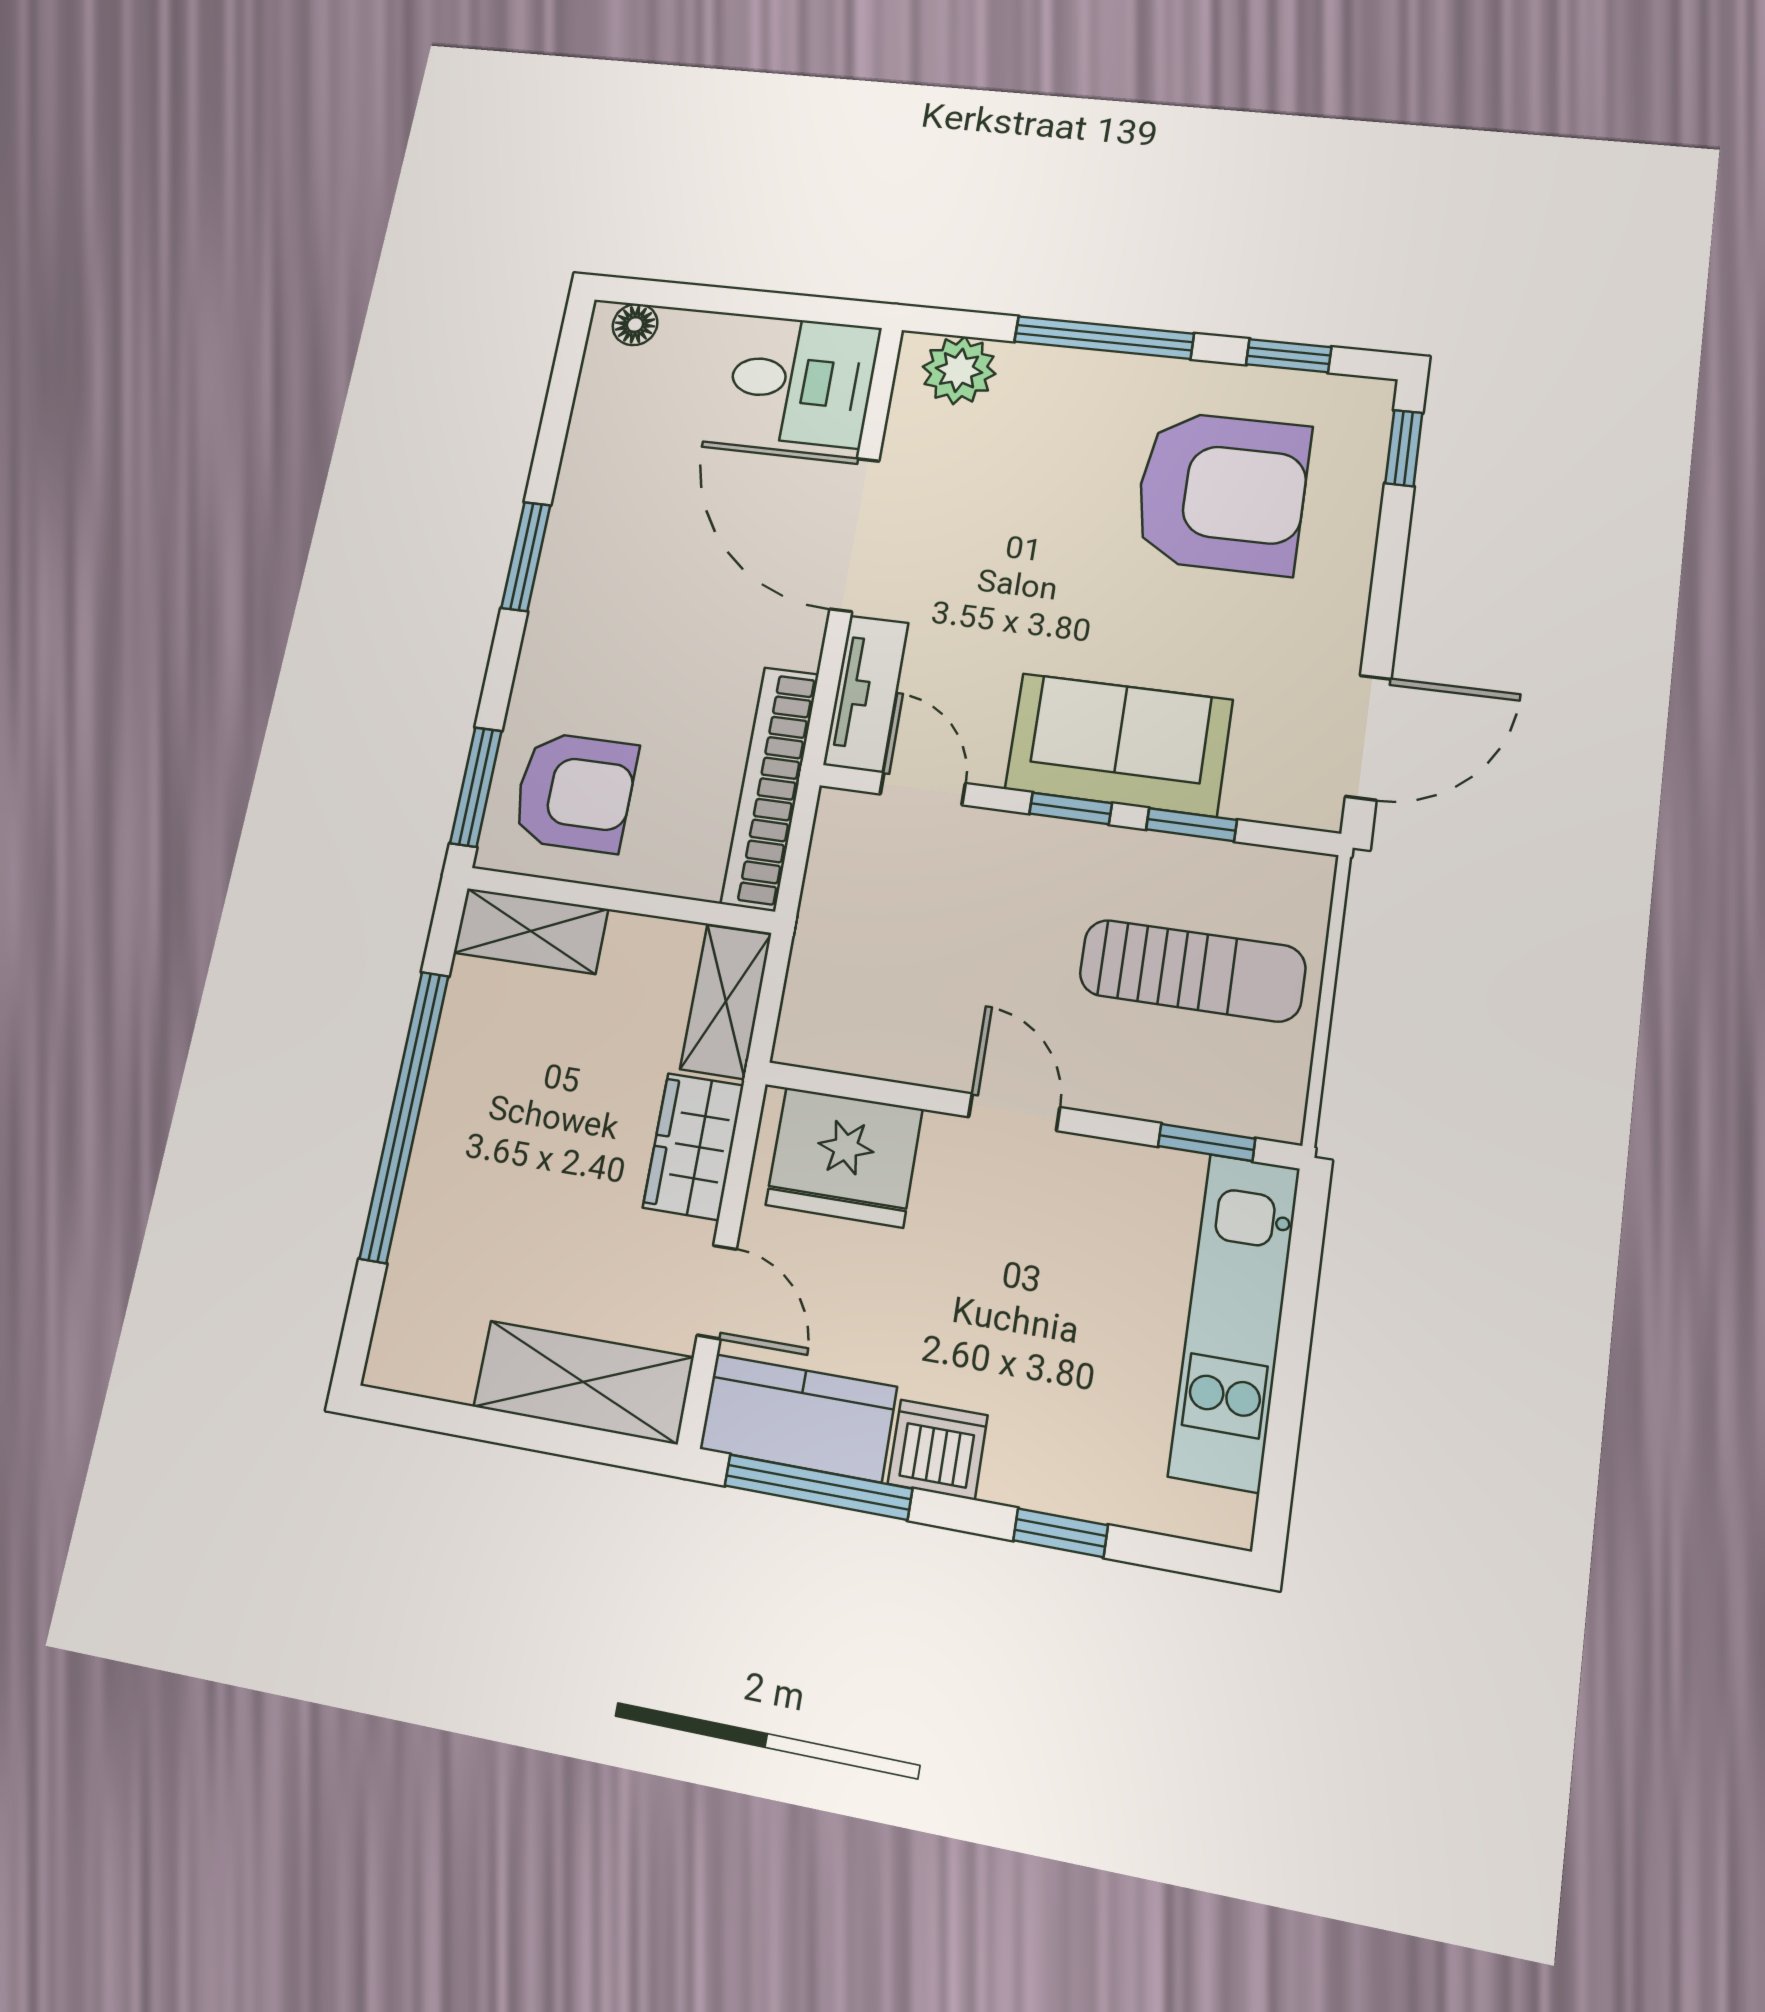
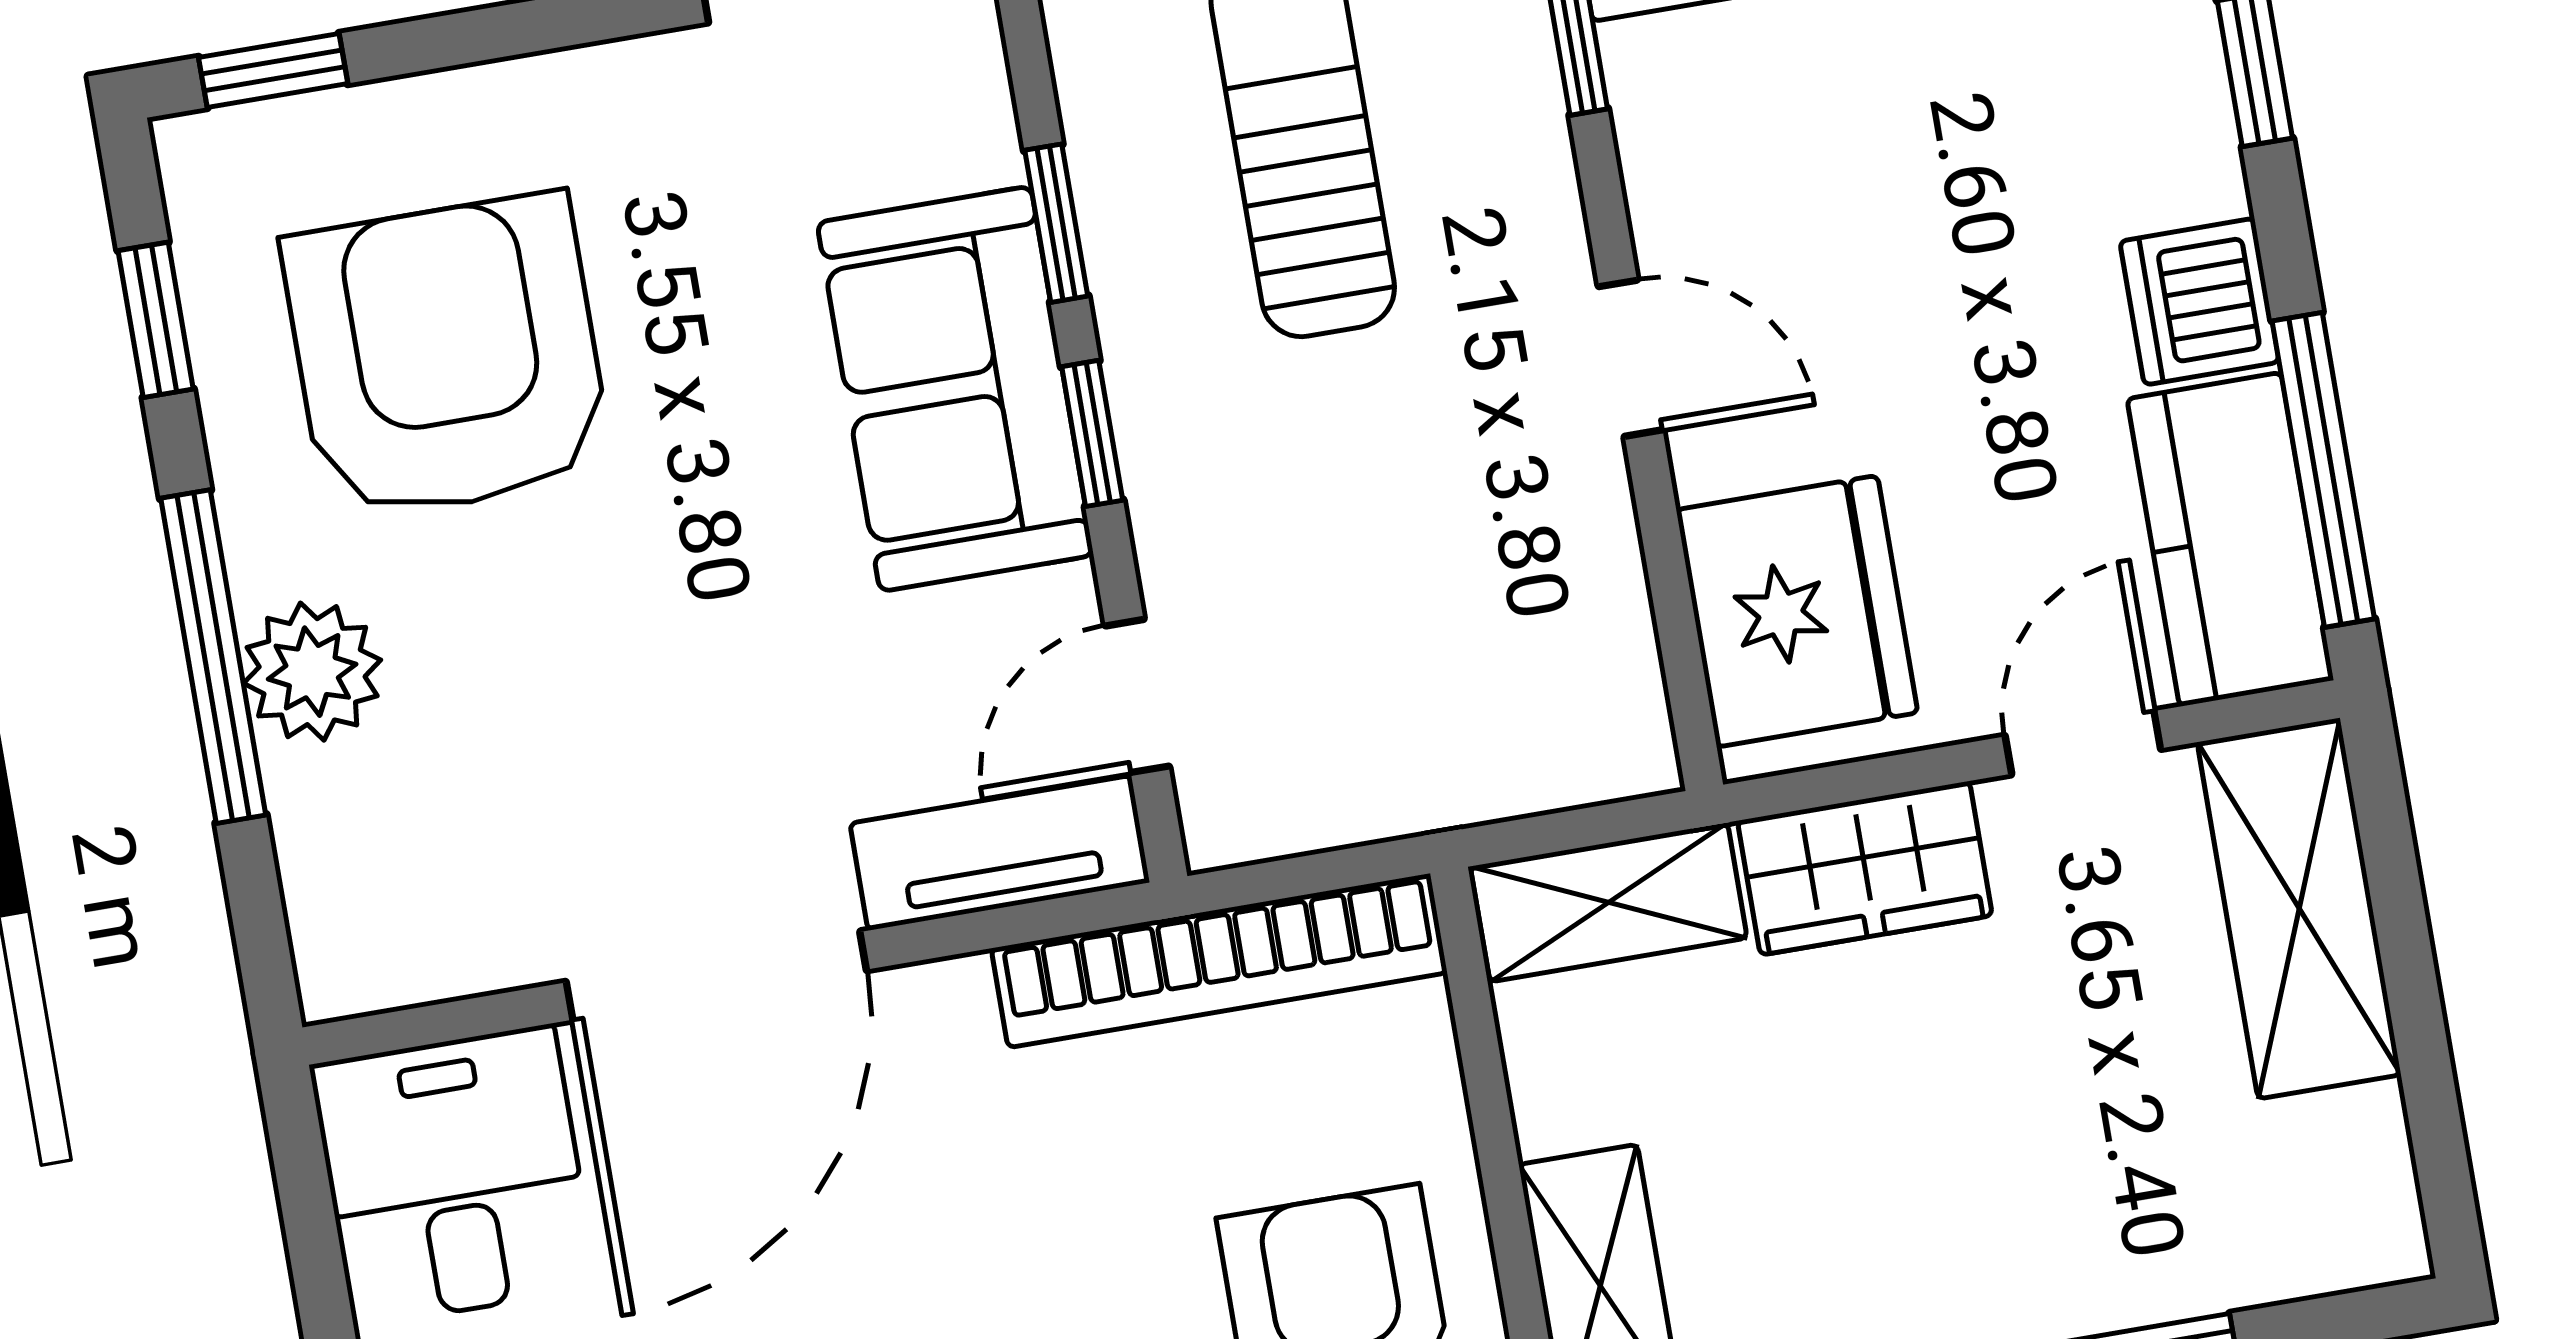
plant: (959, 370) -> (312, 672), moved
door: (1014, 1112) -> (1631, 358), swing flipped

